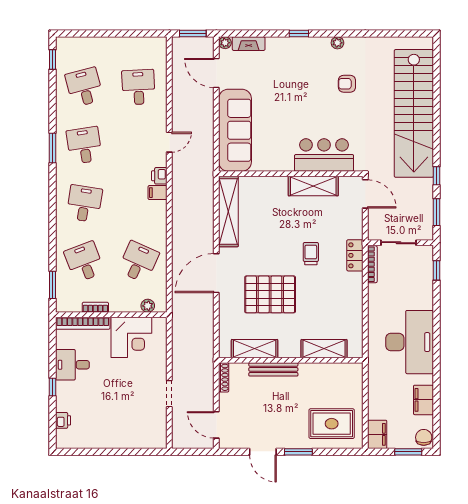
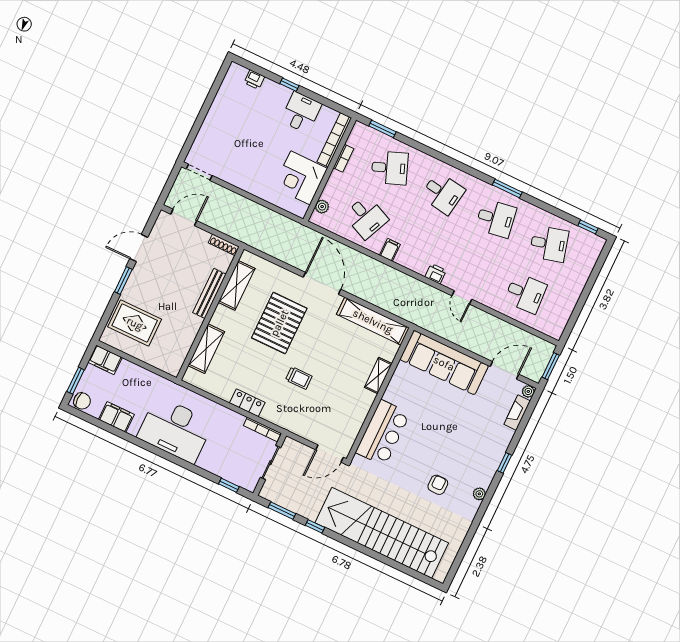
shelving: (313, 186) -> (378, 375), moved, width x0.67, depth x0.75
filing cabinet: (158, 193) -> (390, 250), moved
locker: (355, 255) -> (247, 403), moved
doorway: (169, 394) -> (199, 172), moved
rug: (332, 424) -> (135, 323), turned 90

